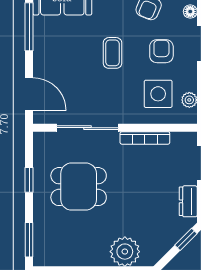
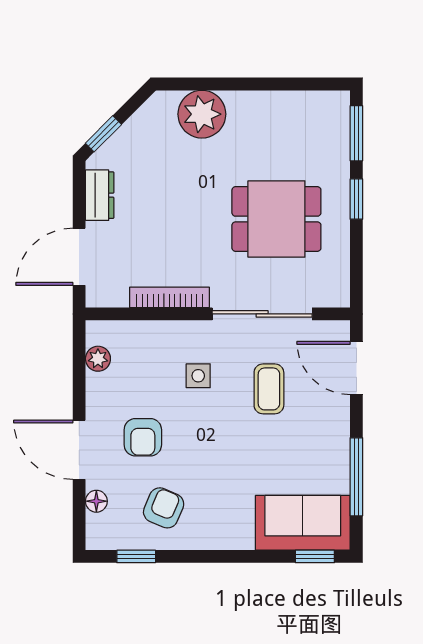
coffee table: (112, 53) -> (269, 389), moved
side table: (158, 94) -> (198, 376), moved, width x0.54, depth x0.54
window: (29, 180) -> (356, 199), moved

